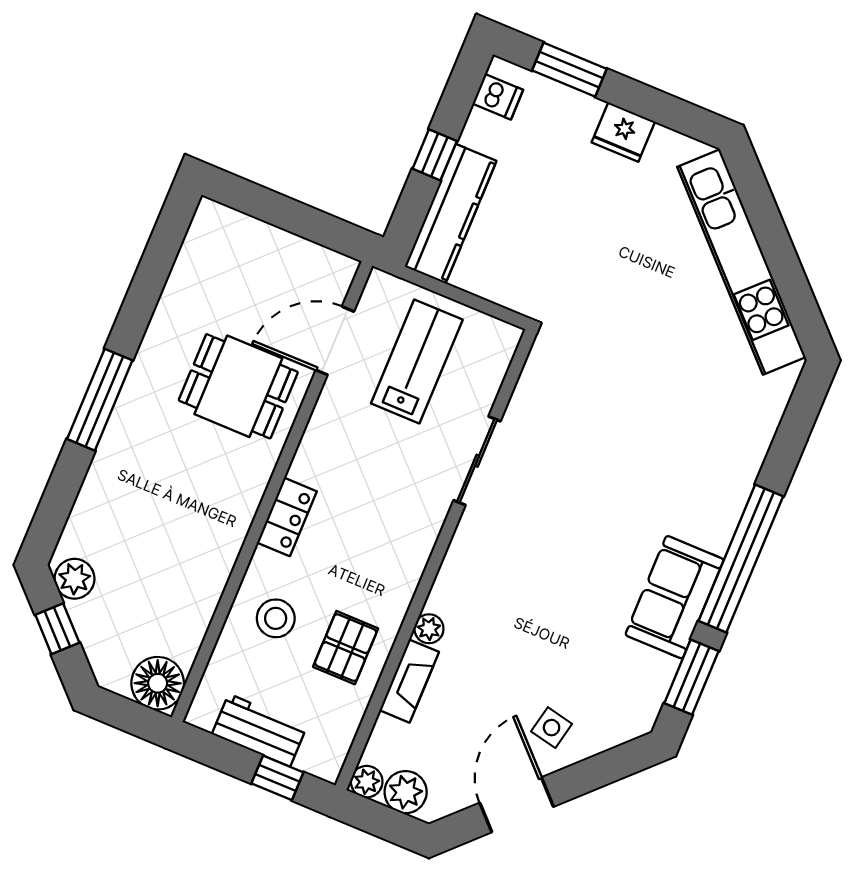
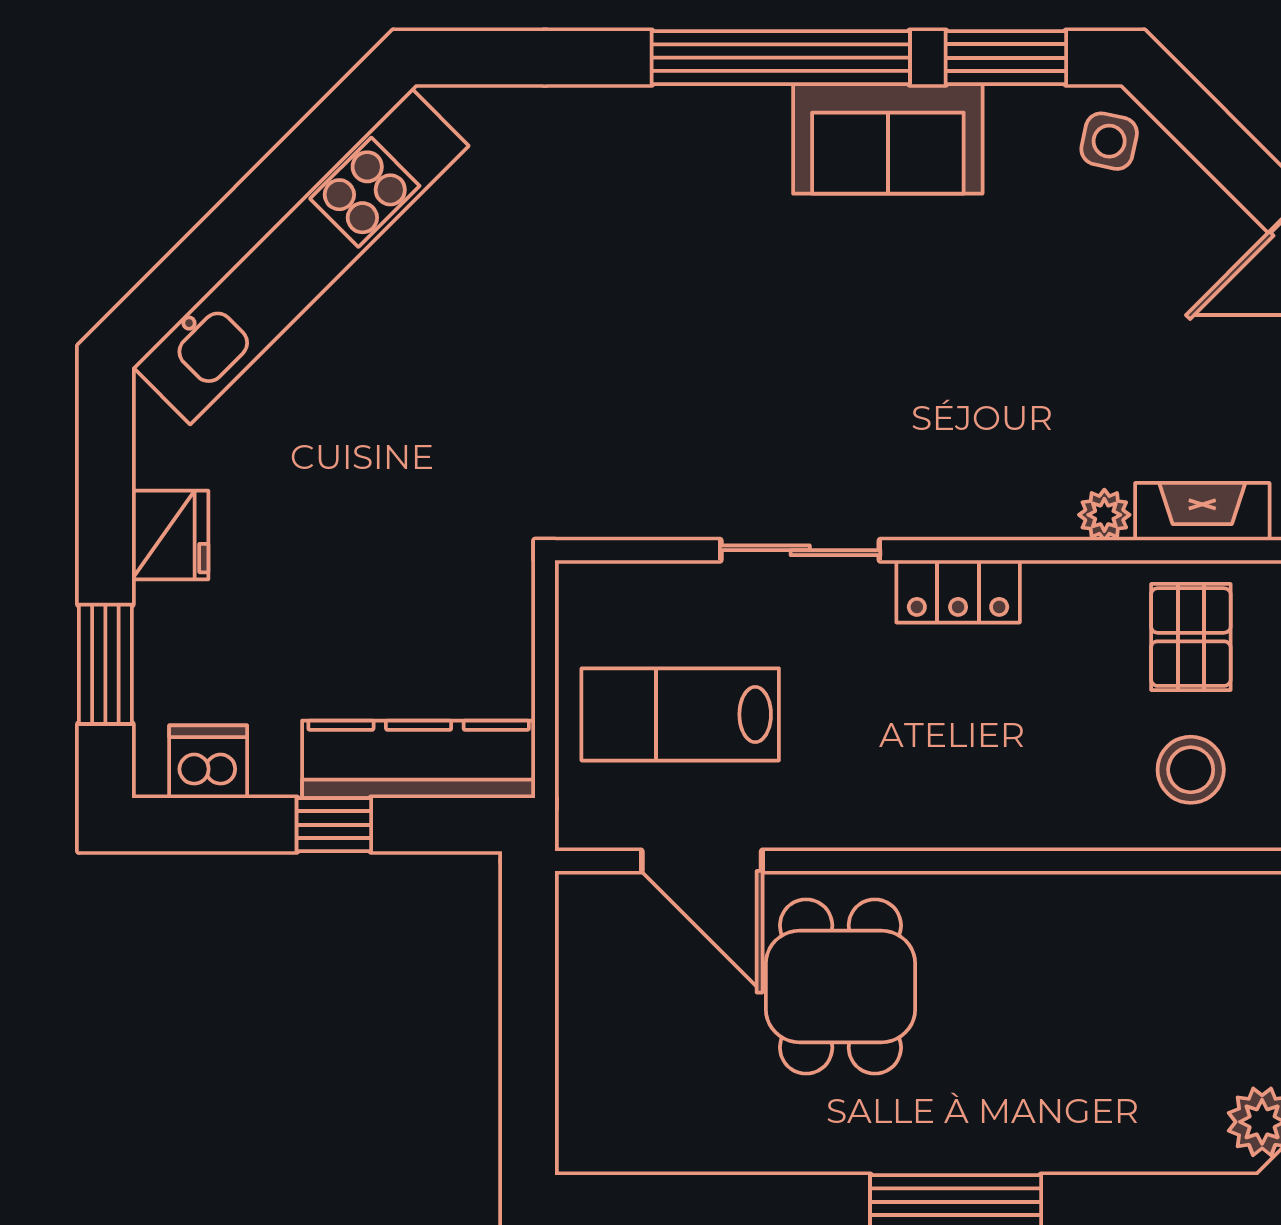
dishwasher: (498, 97) -> (208, 762), width x1.38
locker: (287, 517) -> (958, 591), moved, turned 180
pallet: (346, 648) -> (1191, 637), turned 90
side table: (552, 728) -> (1109, 141), moved

